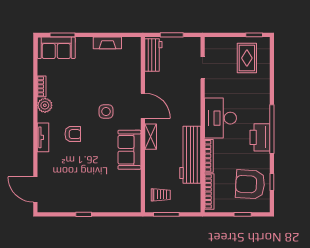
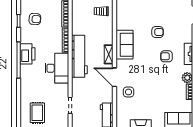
side table: (106, 111) -> (129, 92), moved
workbench: (190, 155) -> (79, 56), moved
armchair: (85, 167) -> (158, 32), added
armchair: (250, 184) -> (35, 19), width x0.53, depth x0.53

